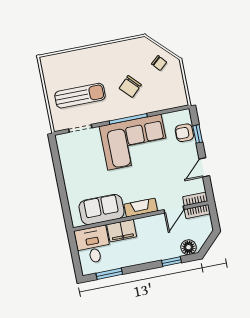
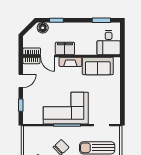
armchair: (184, 133) -> (30, 108), removed
door: (174, 210) -> (48, 56), swing flipped
filing cabinet: (122, 231) -> (65, 48), moved

